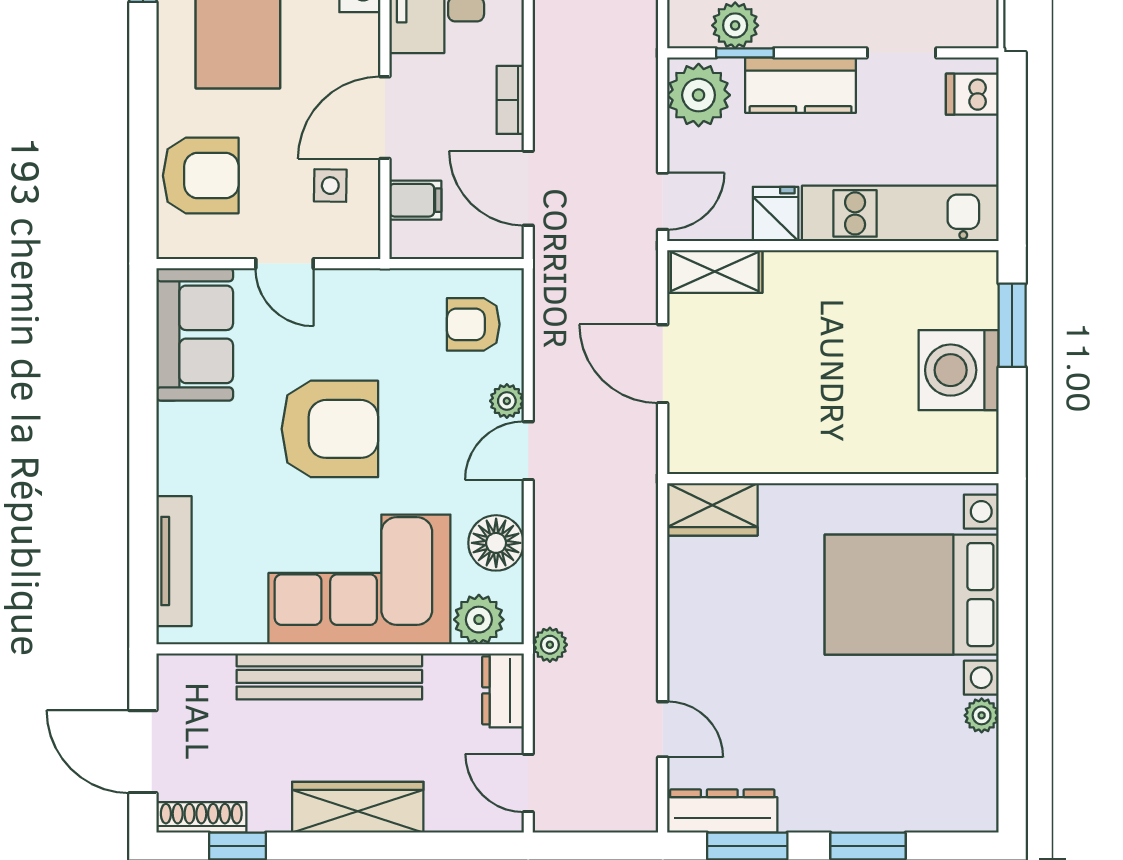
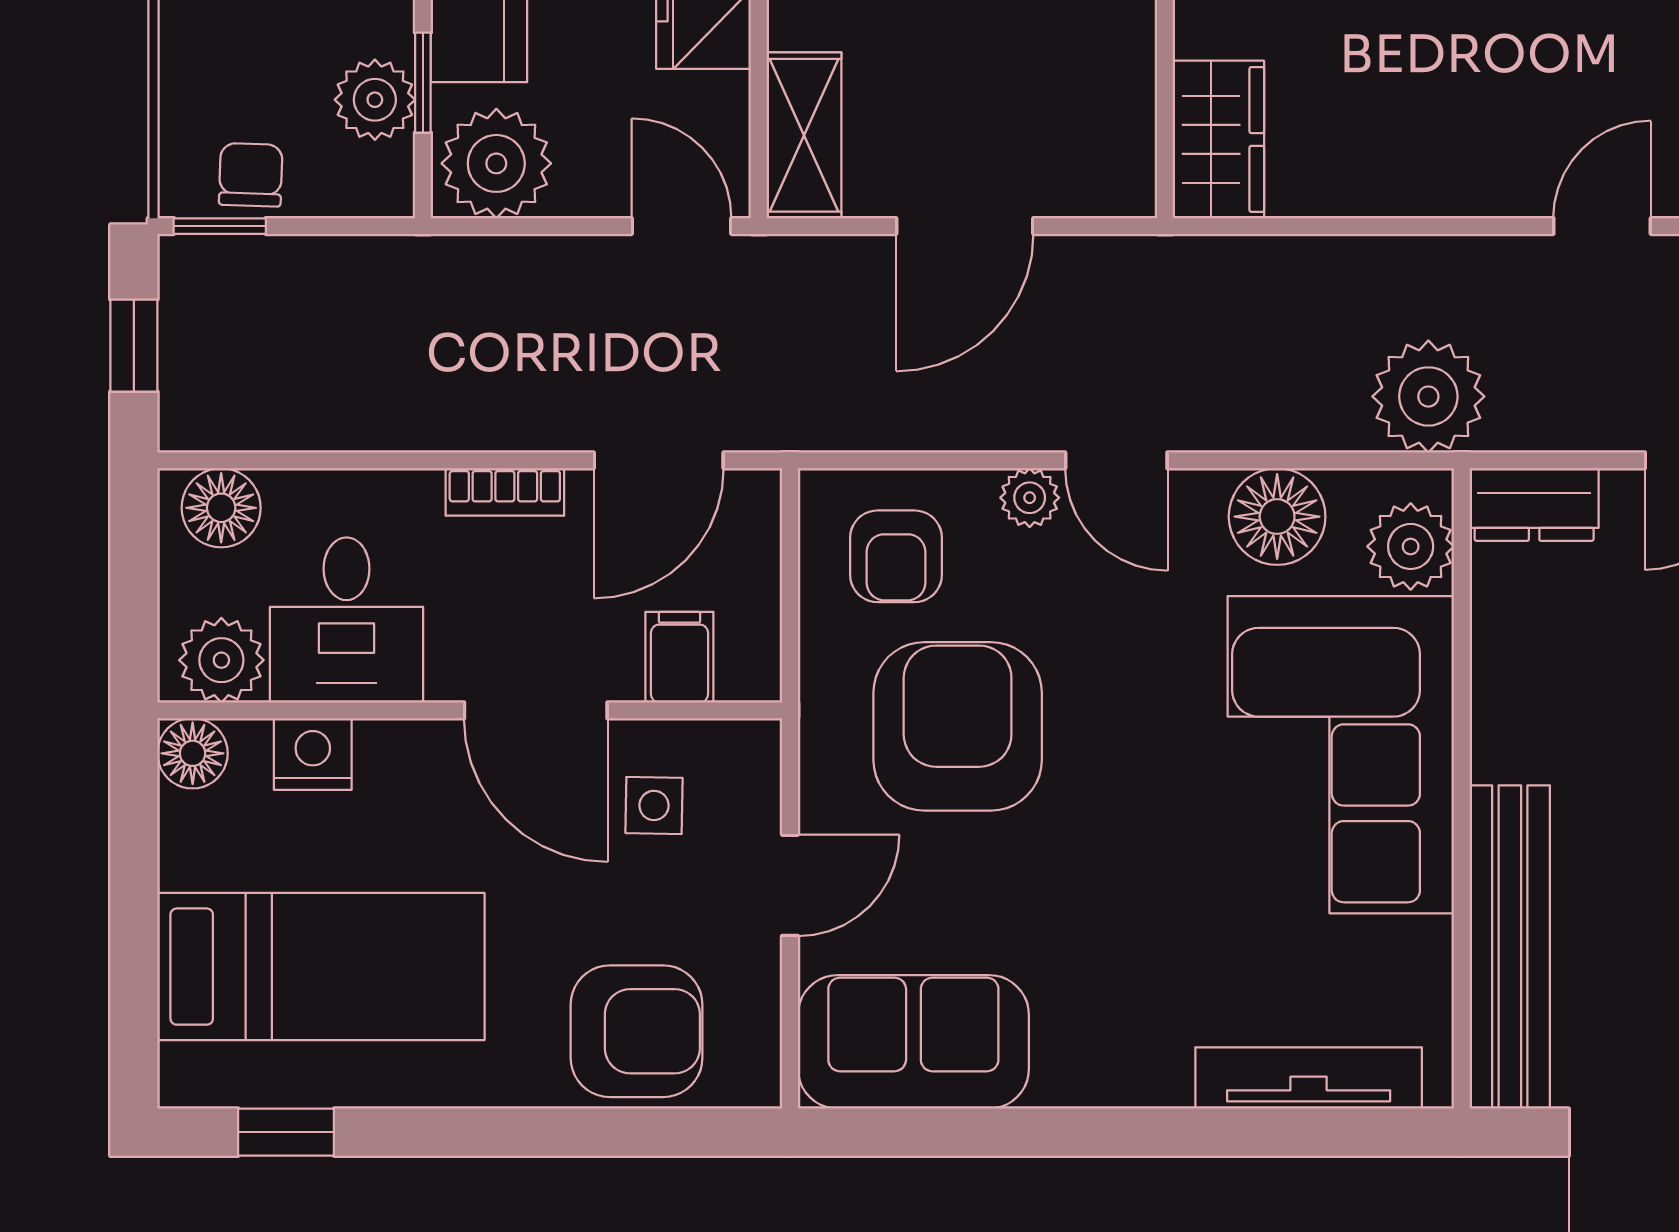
armchair: (201, 176) -> (637, 1031), turned 90
armchair: (330, 429) -> (958, 726), moved
plant: (550, 645) -> (1428, 396), width x1.88, depth x1.88
bench: (329, 676) -> (1510, 947), moved

